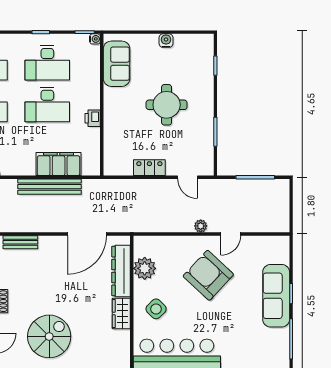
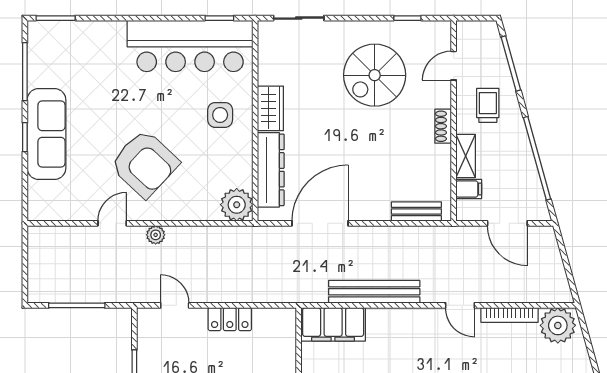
filing cabinet: (59, 164) -> (333, 324), moved
plant: (145, 268) -> (237, 205), moved
side table: (156, 309) -> (220, 115), turned 45

